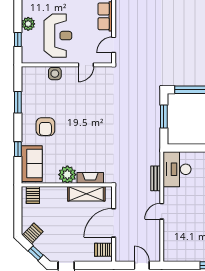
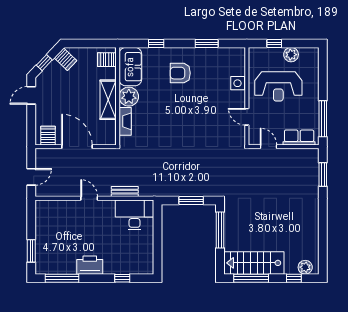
sofa: (32, 164) -> (130, 67), moved, turned -90
shelving: (86, 194) -> (108, 100), moved

